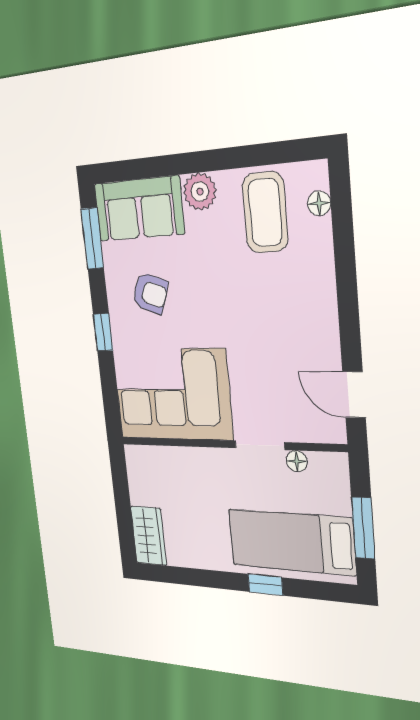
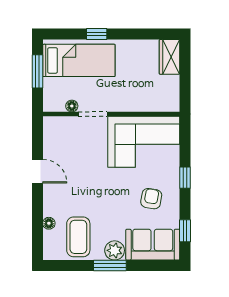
window: (205, 161) -> (110, 266), added
floor lamp: (319, 203) -> (49, 223), moved
window: (92, 238) -> (185, 231), width x0.67
armchair: (150, 293) -> (151, 199), turned 80
door: (354, 395) -> (37, 171), moved

